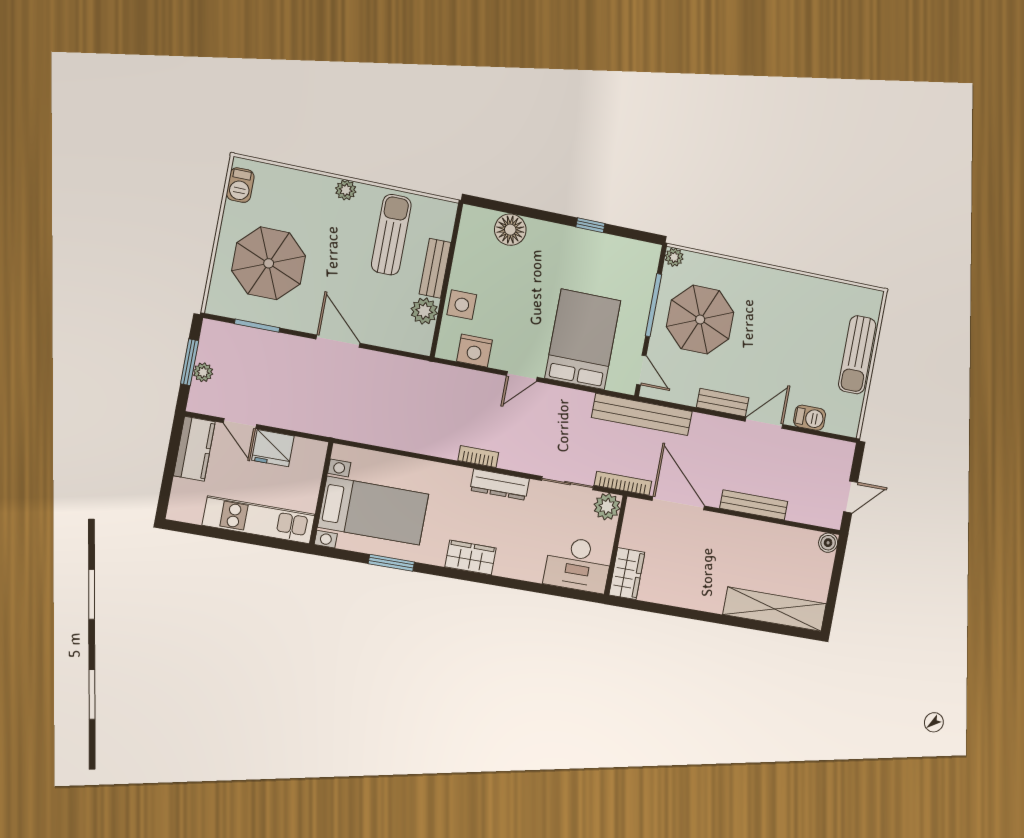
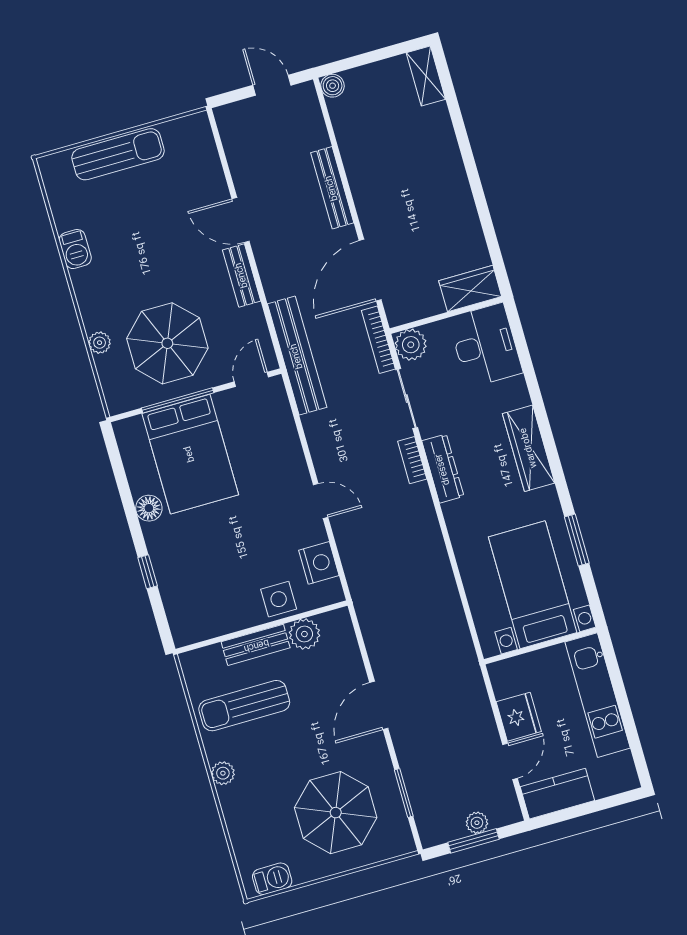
window: (590, 225) -> (148, 572), moved
floor lamp: (510, 230) -> (149, 508), moved, width x0.73, depth x0.73
plant: (674, 257) -> (100, 343), moved
bed: (583, 339) -> (190, 454), moved, turned -90
barbecue: (810, 418) -> (75, 249), moved, turned 180
bookcase: (478, 457) -> (412, 460), moved
wardrobe: (471, 557) -> (529, 448), width x1.50
shelving: (775, 609) -> (426, 76), width x0.45, depth x0.75

